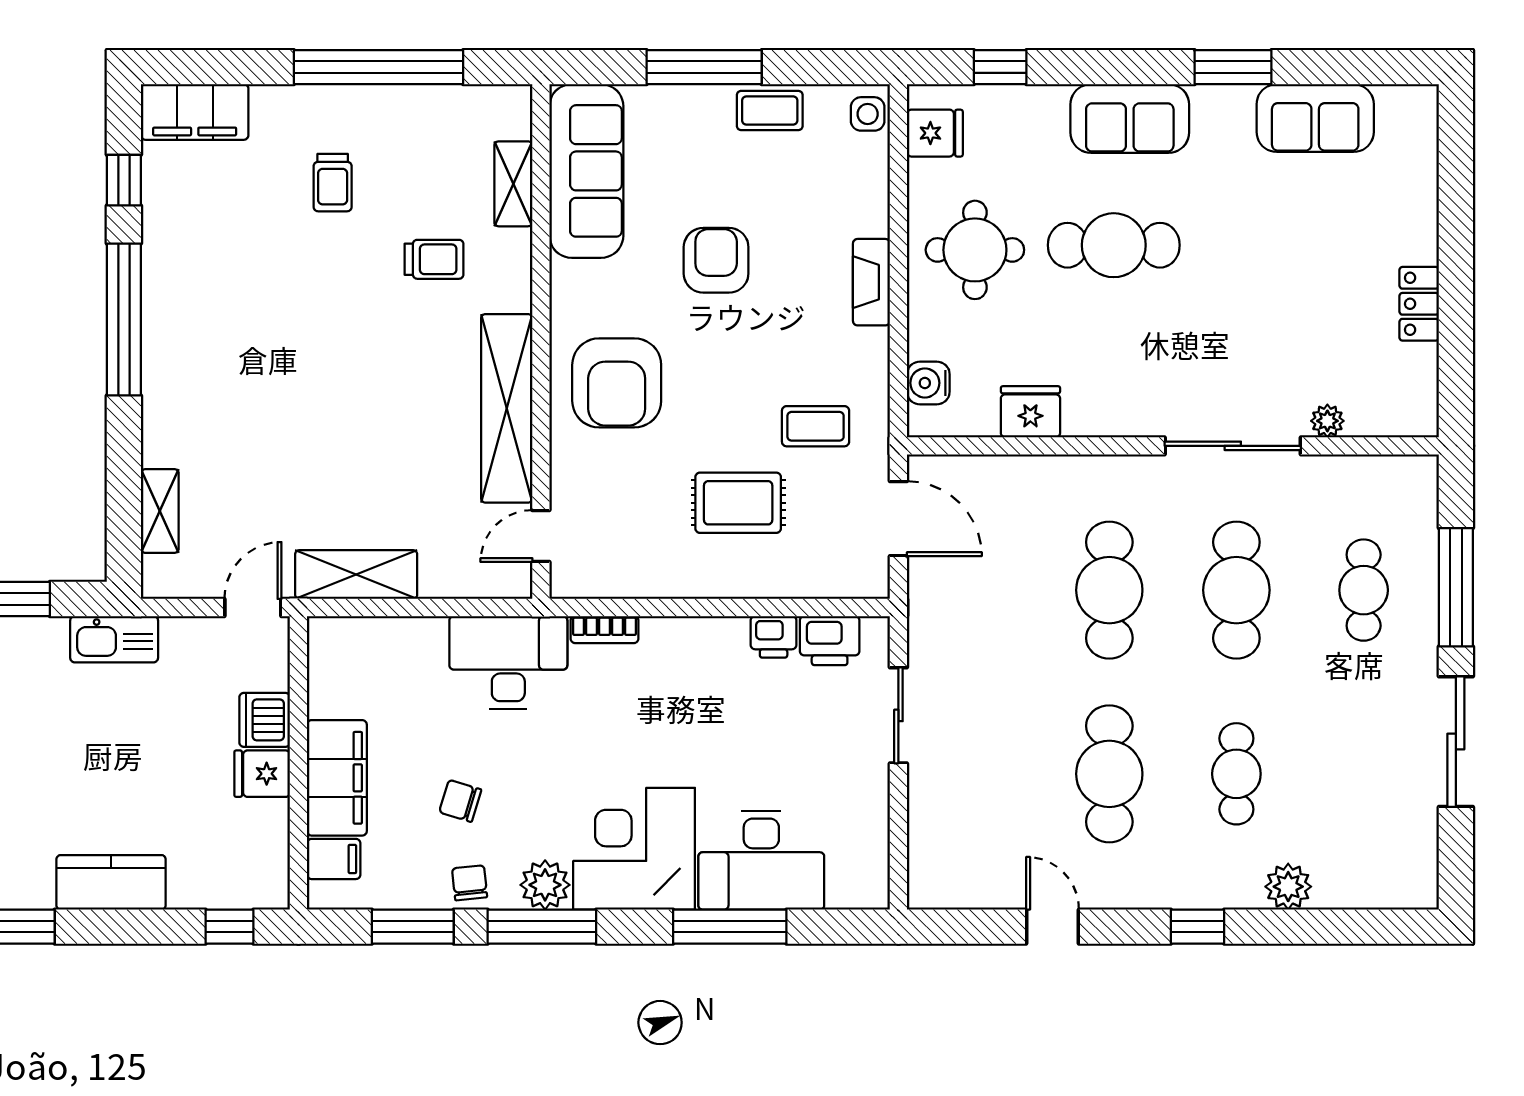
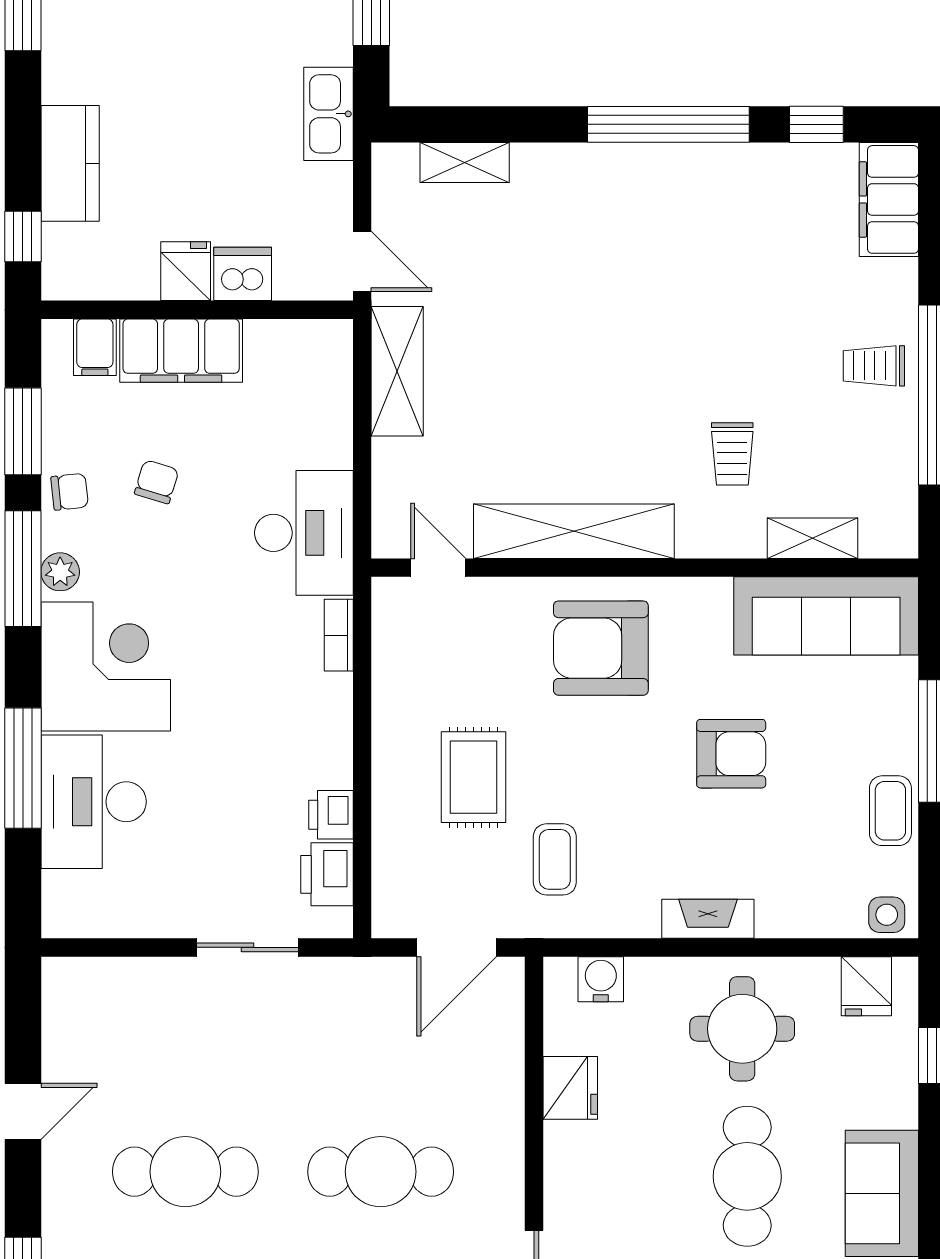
trolley: (333, 183) -> (874, 366), moved
kitchen counter: (111, 882) -> (70, 163), moved
plant: (545, 885) -> (60, 572), width x0.73, depth x0.73

